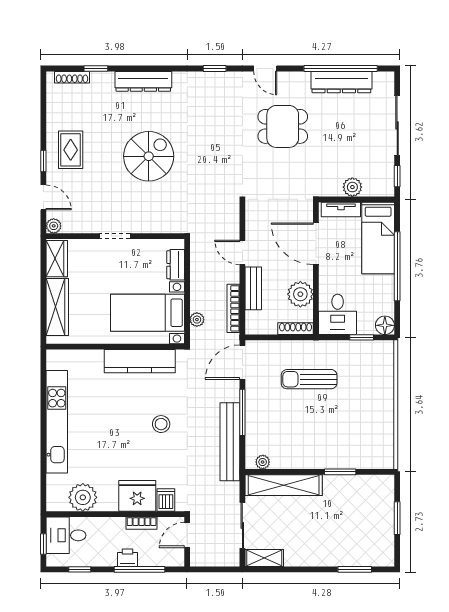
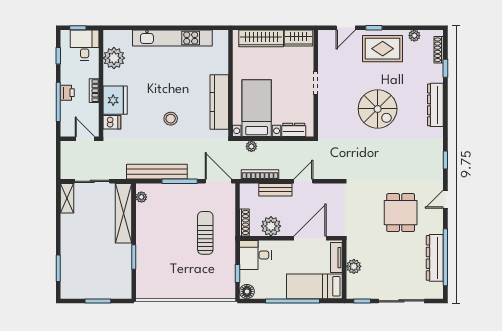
rug: (71, 150) -> (383, 49), width x1.36, depth x1.43
plant: (54, 226) -> (414, 36), moved
bookcase: (142, 523) -> (94, 91), moved

